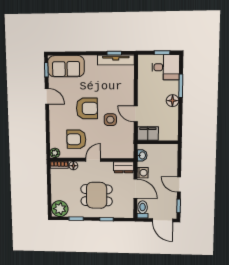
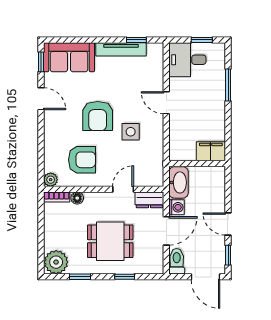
tv unit: (116, 60) -> (121, 49), moved
desk: (166, 67) -> (187, 60), moved, turned 180
floor lamp: (173, 101) -> (217, 105), removed
armchair: (87, 108) -> (98, 116), turned 90
door: (136, 114) -> (166, 103), moved
filing cabinet: (148, 134) -> (211, 151), moved
armchair: (76, 139) -> (82, 160), turned 180
washbasin: (142, 155) -> (179, 182), width x1.91, depth x1.45
door: (93, 160) -> (123, 189), moved
door: (135, 189) -> (166, 231), hinge flipped

